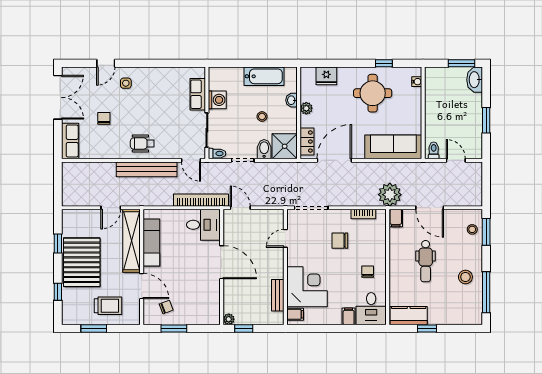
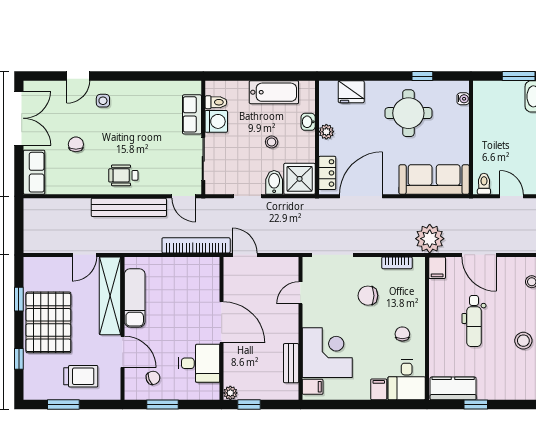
toilet: (217, 154) -> (216, 102), moved
desk: (203, 225) -> (199, 363), moved

